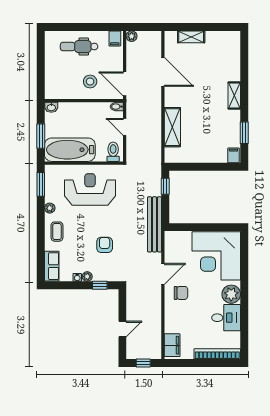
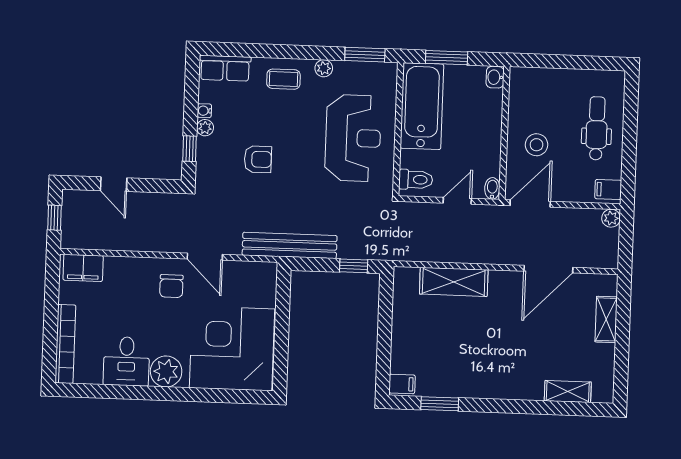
shelving: (234, 95) -> (568, 392), moved

